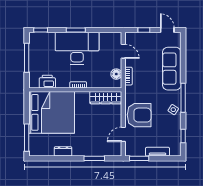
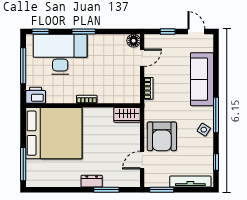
desk: (77, 48) -> (60, 54), moved
door: (123, 51) -> (142, 58), hinge flipped
floor lamp: (116, 74) -> (134, 41), moved
printer: (47, 82) -> (36, 95), moved
wardrobe: (106, 98) -> (127, 115), width x0.67
armchair: (139, 115) -> (162, 136), turned 90
dresser: (63, 151) -> (92, 181), moved
tv unit: (158, 152) -> (190, 182), width x1.41

